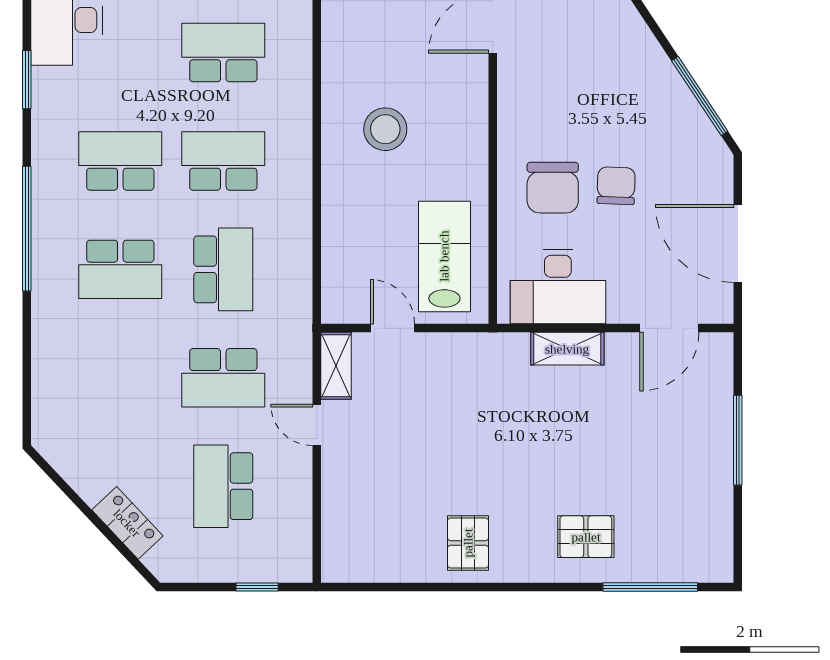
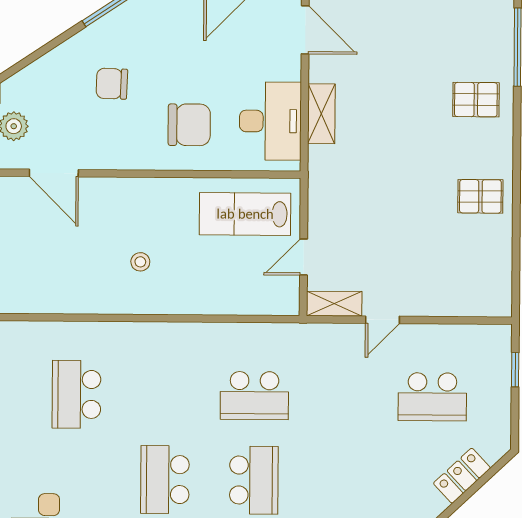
stool: (385, 129) -> (140, 262), width x0.53, depth x0.53
school desk: (223, 161) -> (165, 395), removed
chair: (616, 186) -> (112, 84), moved
school desk: (223, 269) -> (254, 396), turned 180
school desk: (223, 378) -> (343, 396), removed
pallet: (586, 537) -> (476, 100), turned 90

